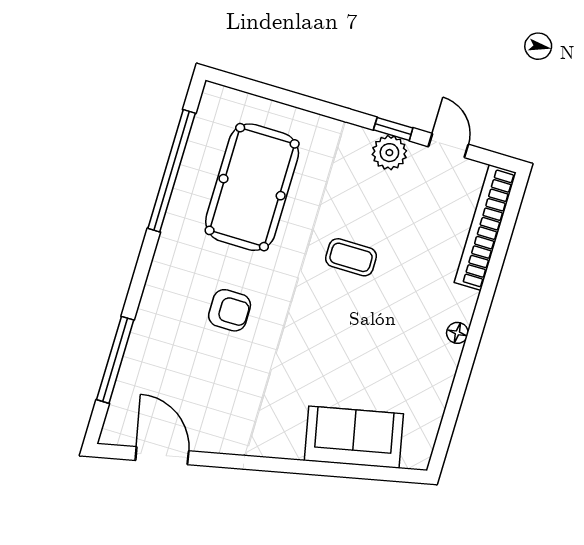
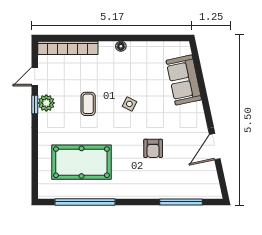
coffee table: (351, 257) -> (88, 104), moved
armchair: (230, 310) -> (153, 148), moved, turned 180
side table: (339, 316) -> (129, 104), added
door: (162, 456) -> (215, 147), moved

